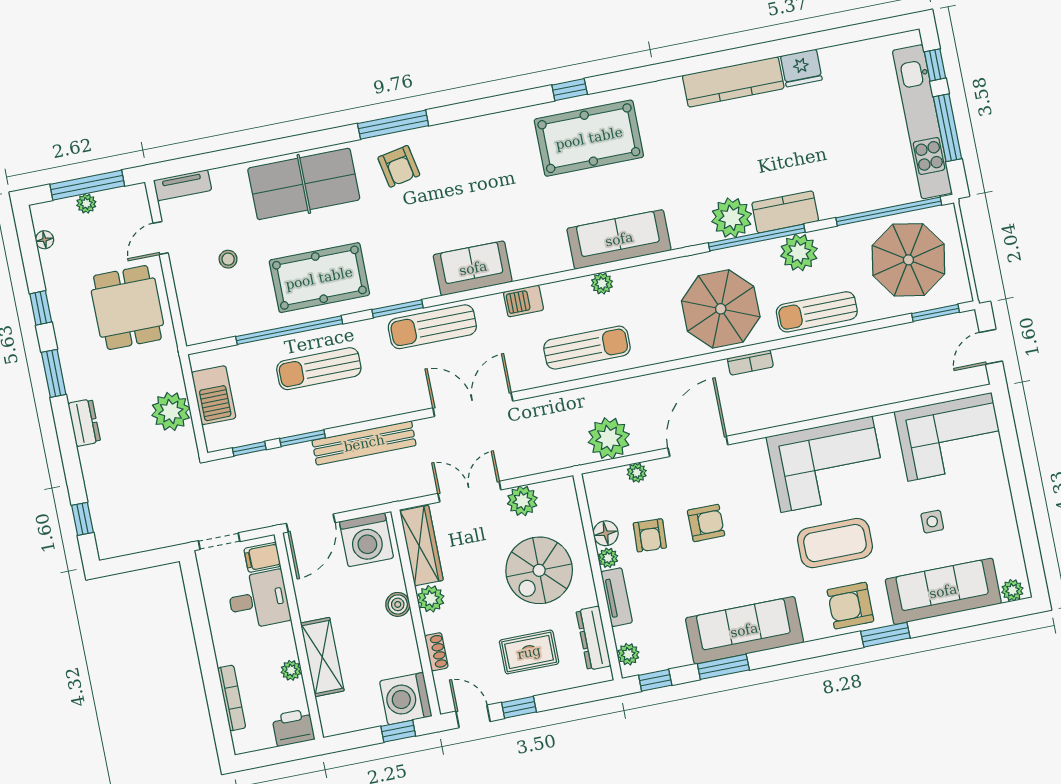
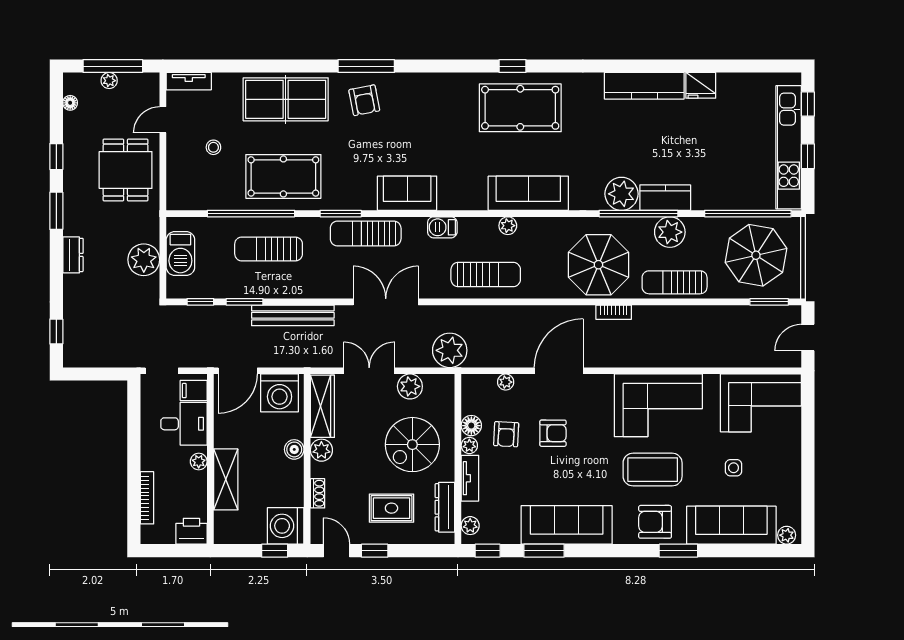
window: (947, 128) -> (808, 156), width x0.46
plant: (609, 438) -> (450, 350), moved
plant: (291, 670) -> (199, 462), moved

